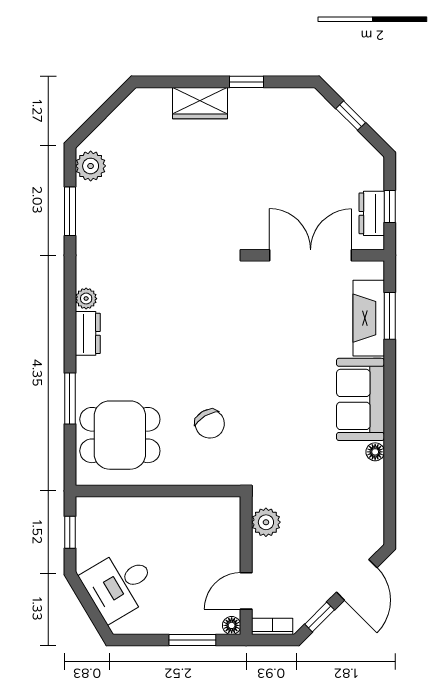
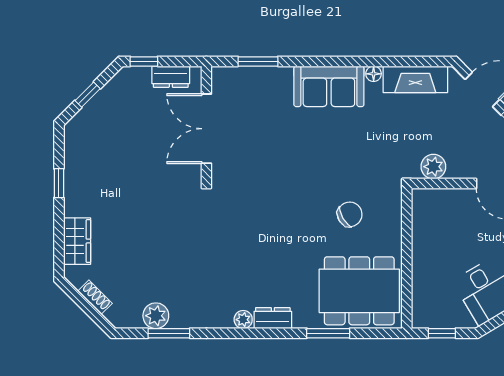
wardrobe: (200, 103) -> (77, 241), moved
shoe rack: (112, 124) -> (95, 297), added
plant: (91, 166) -> (156, 316), moved
window: (390, 206) -> (144, 61), moved
fireplace: (369, 318) -> (415, 79), moved
dining table: (120, 435) -> (359, 291), width x1.38

